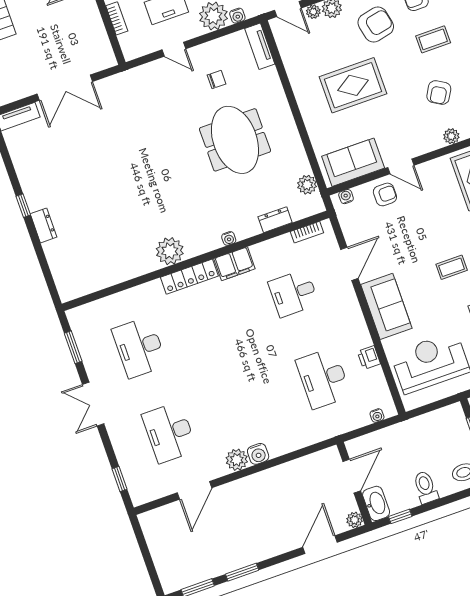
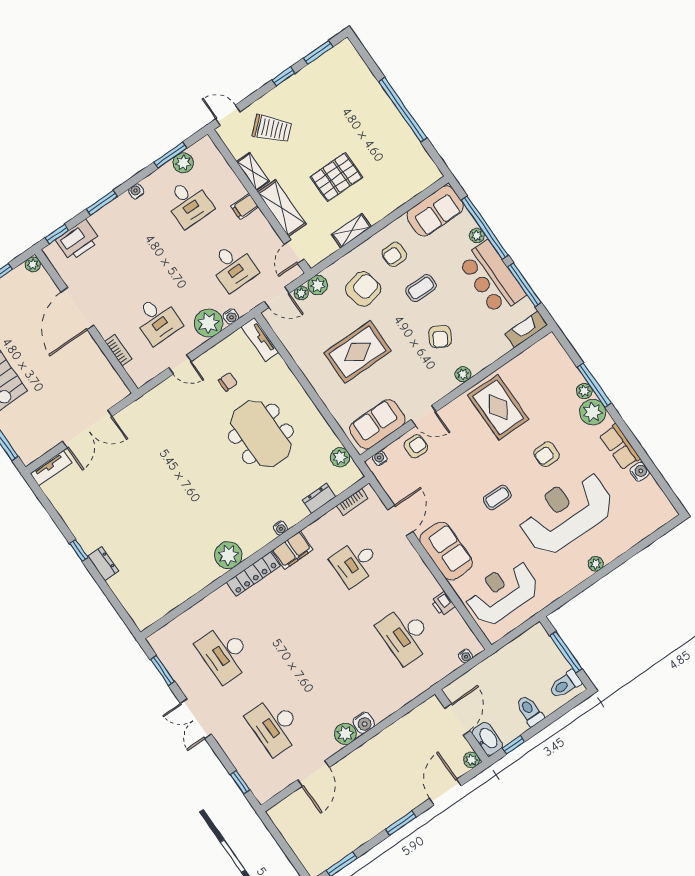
window: (242, 572) -> (401, 823), moved

